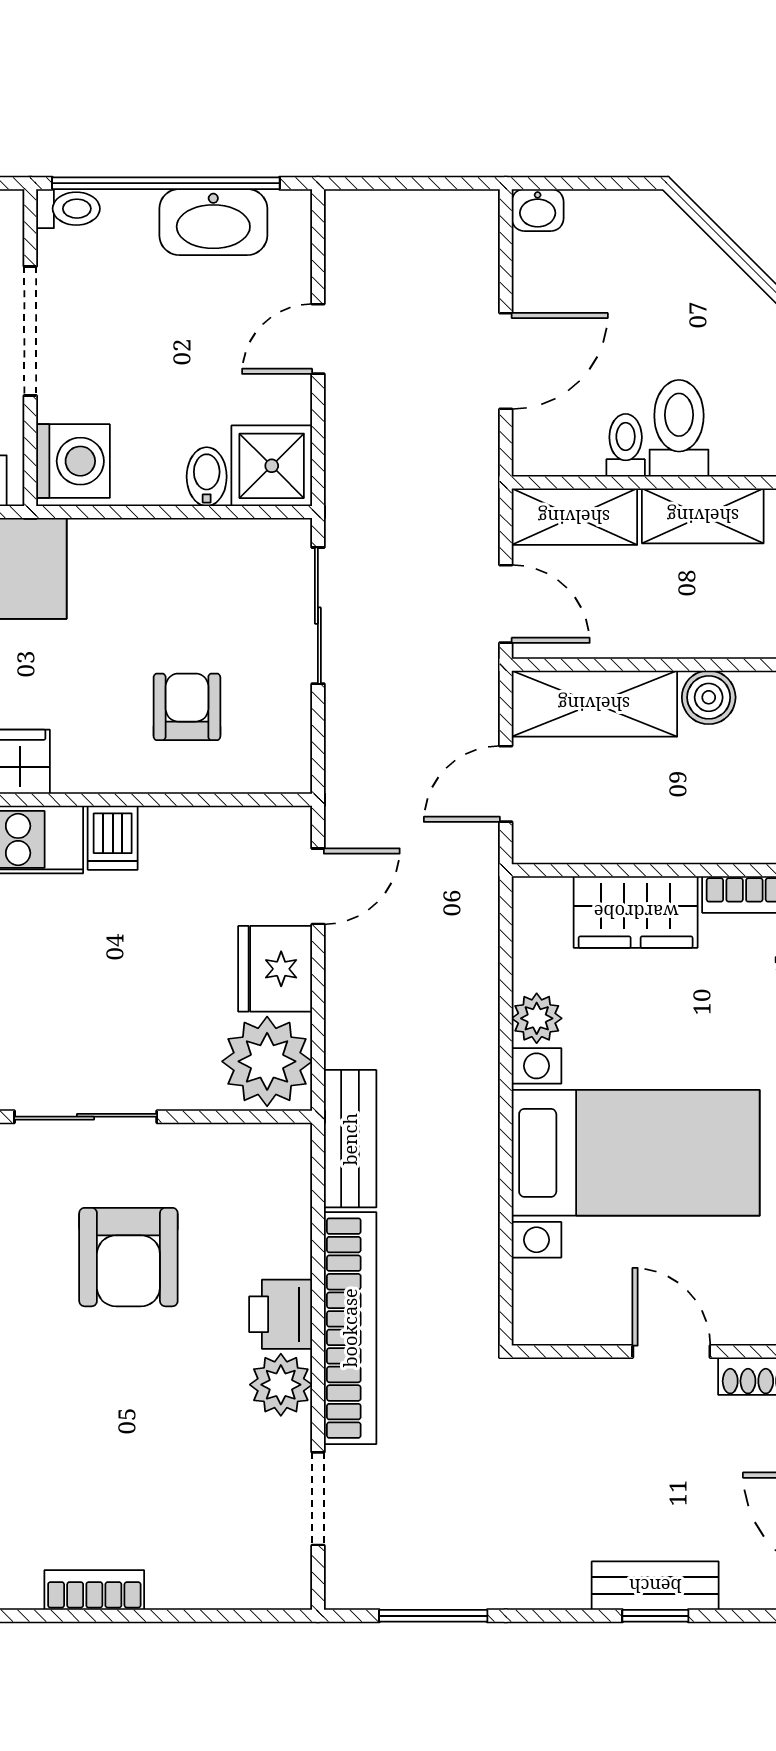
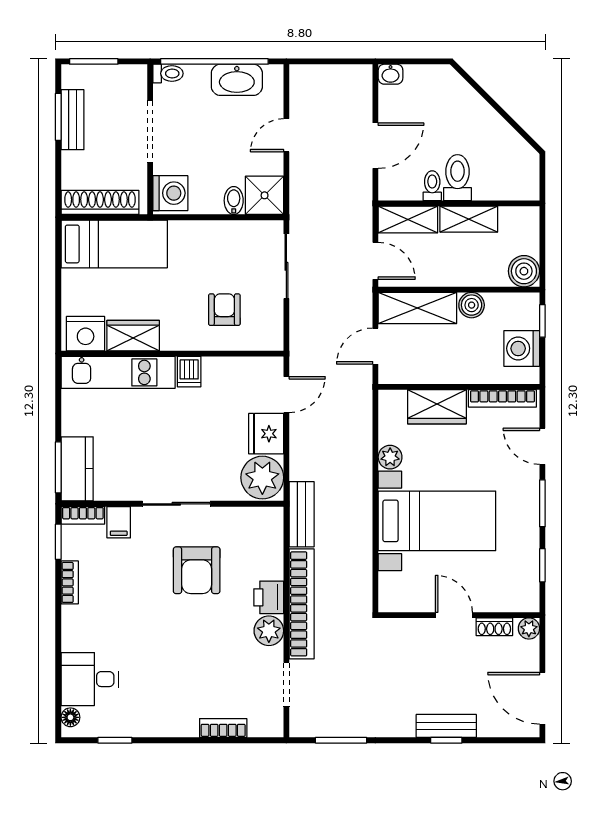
bookcase: (94, 1590) -> (223, 728), moved

